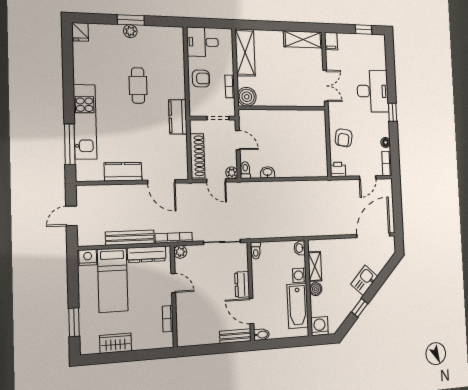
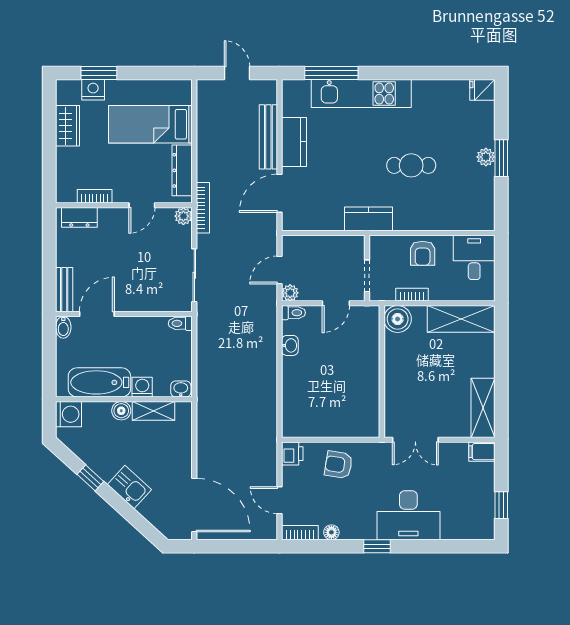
shoe rack: (197, 156) -> (314, 245), removed
bench: (130, 238) -> (268, 137), moved
nightstand: (88, 257) -> (93, 90), moved, turned -90
dresser: (242, 285) -> (79, 217), moved, turned 180

